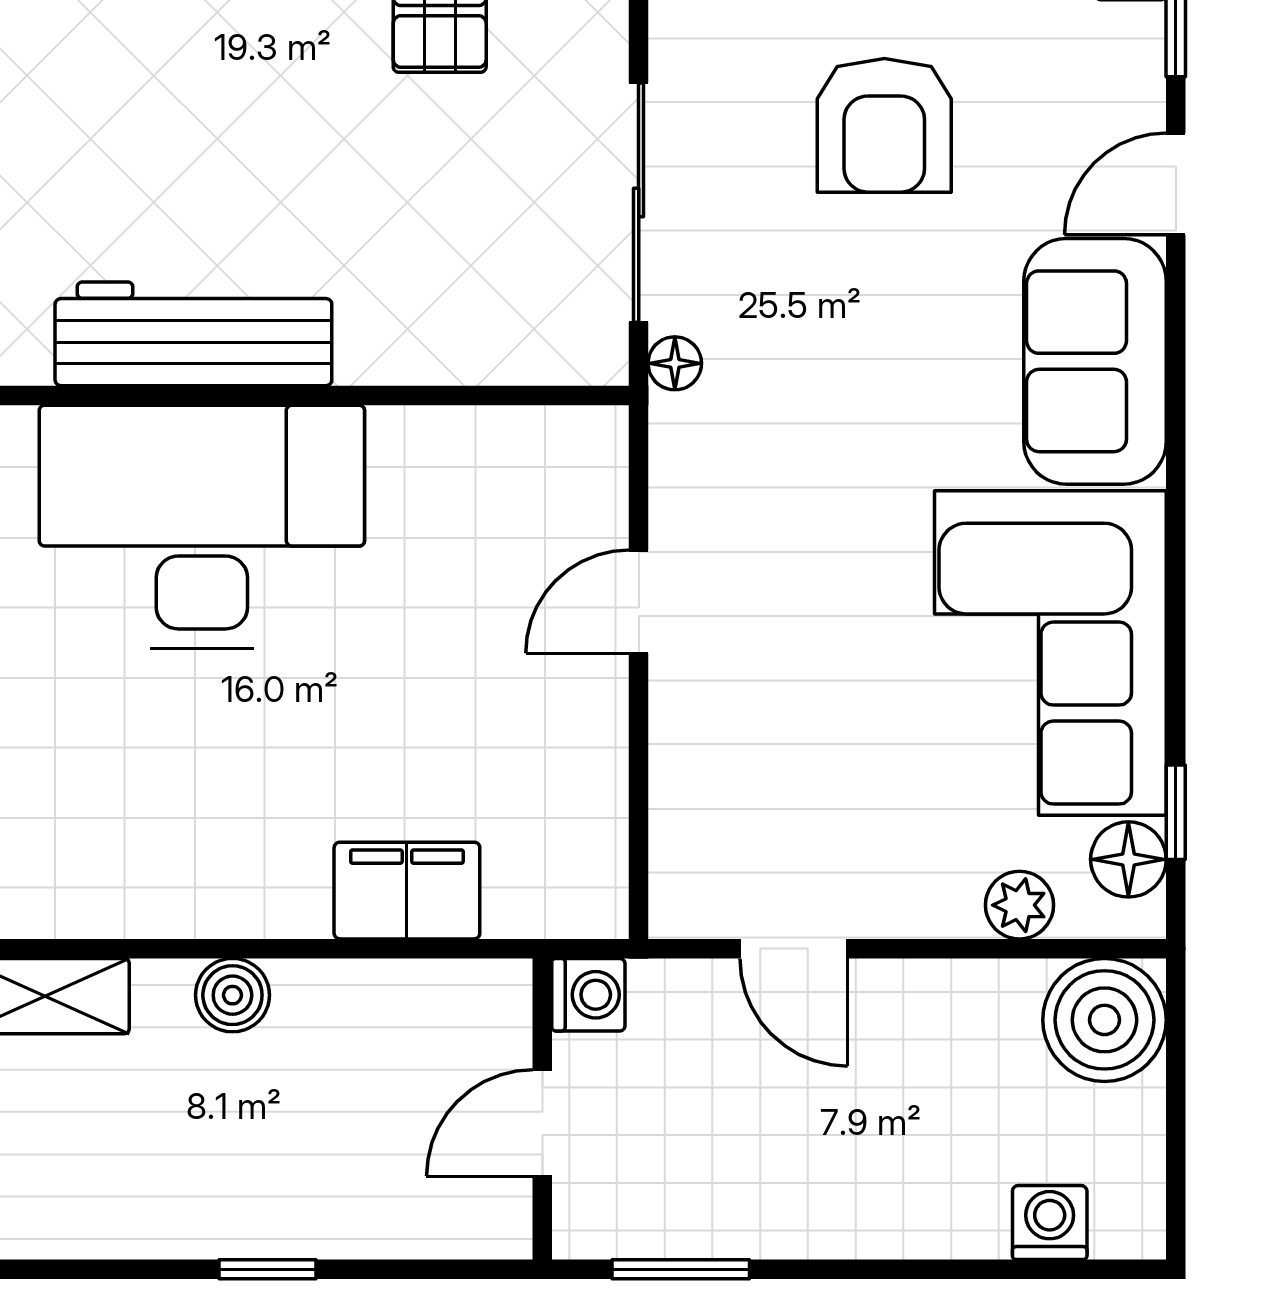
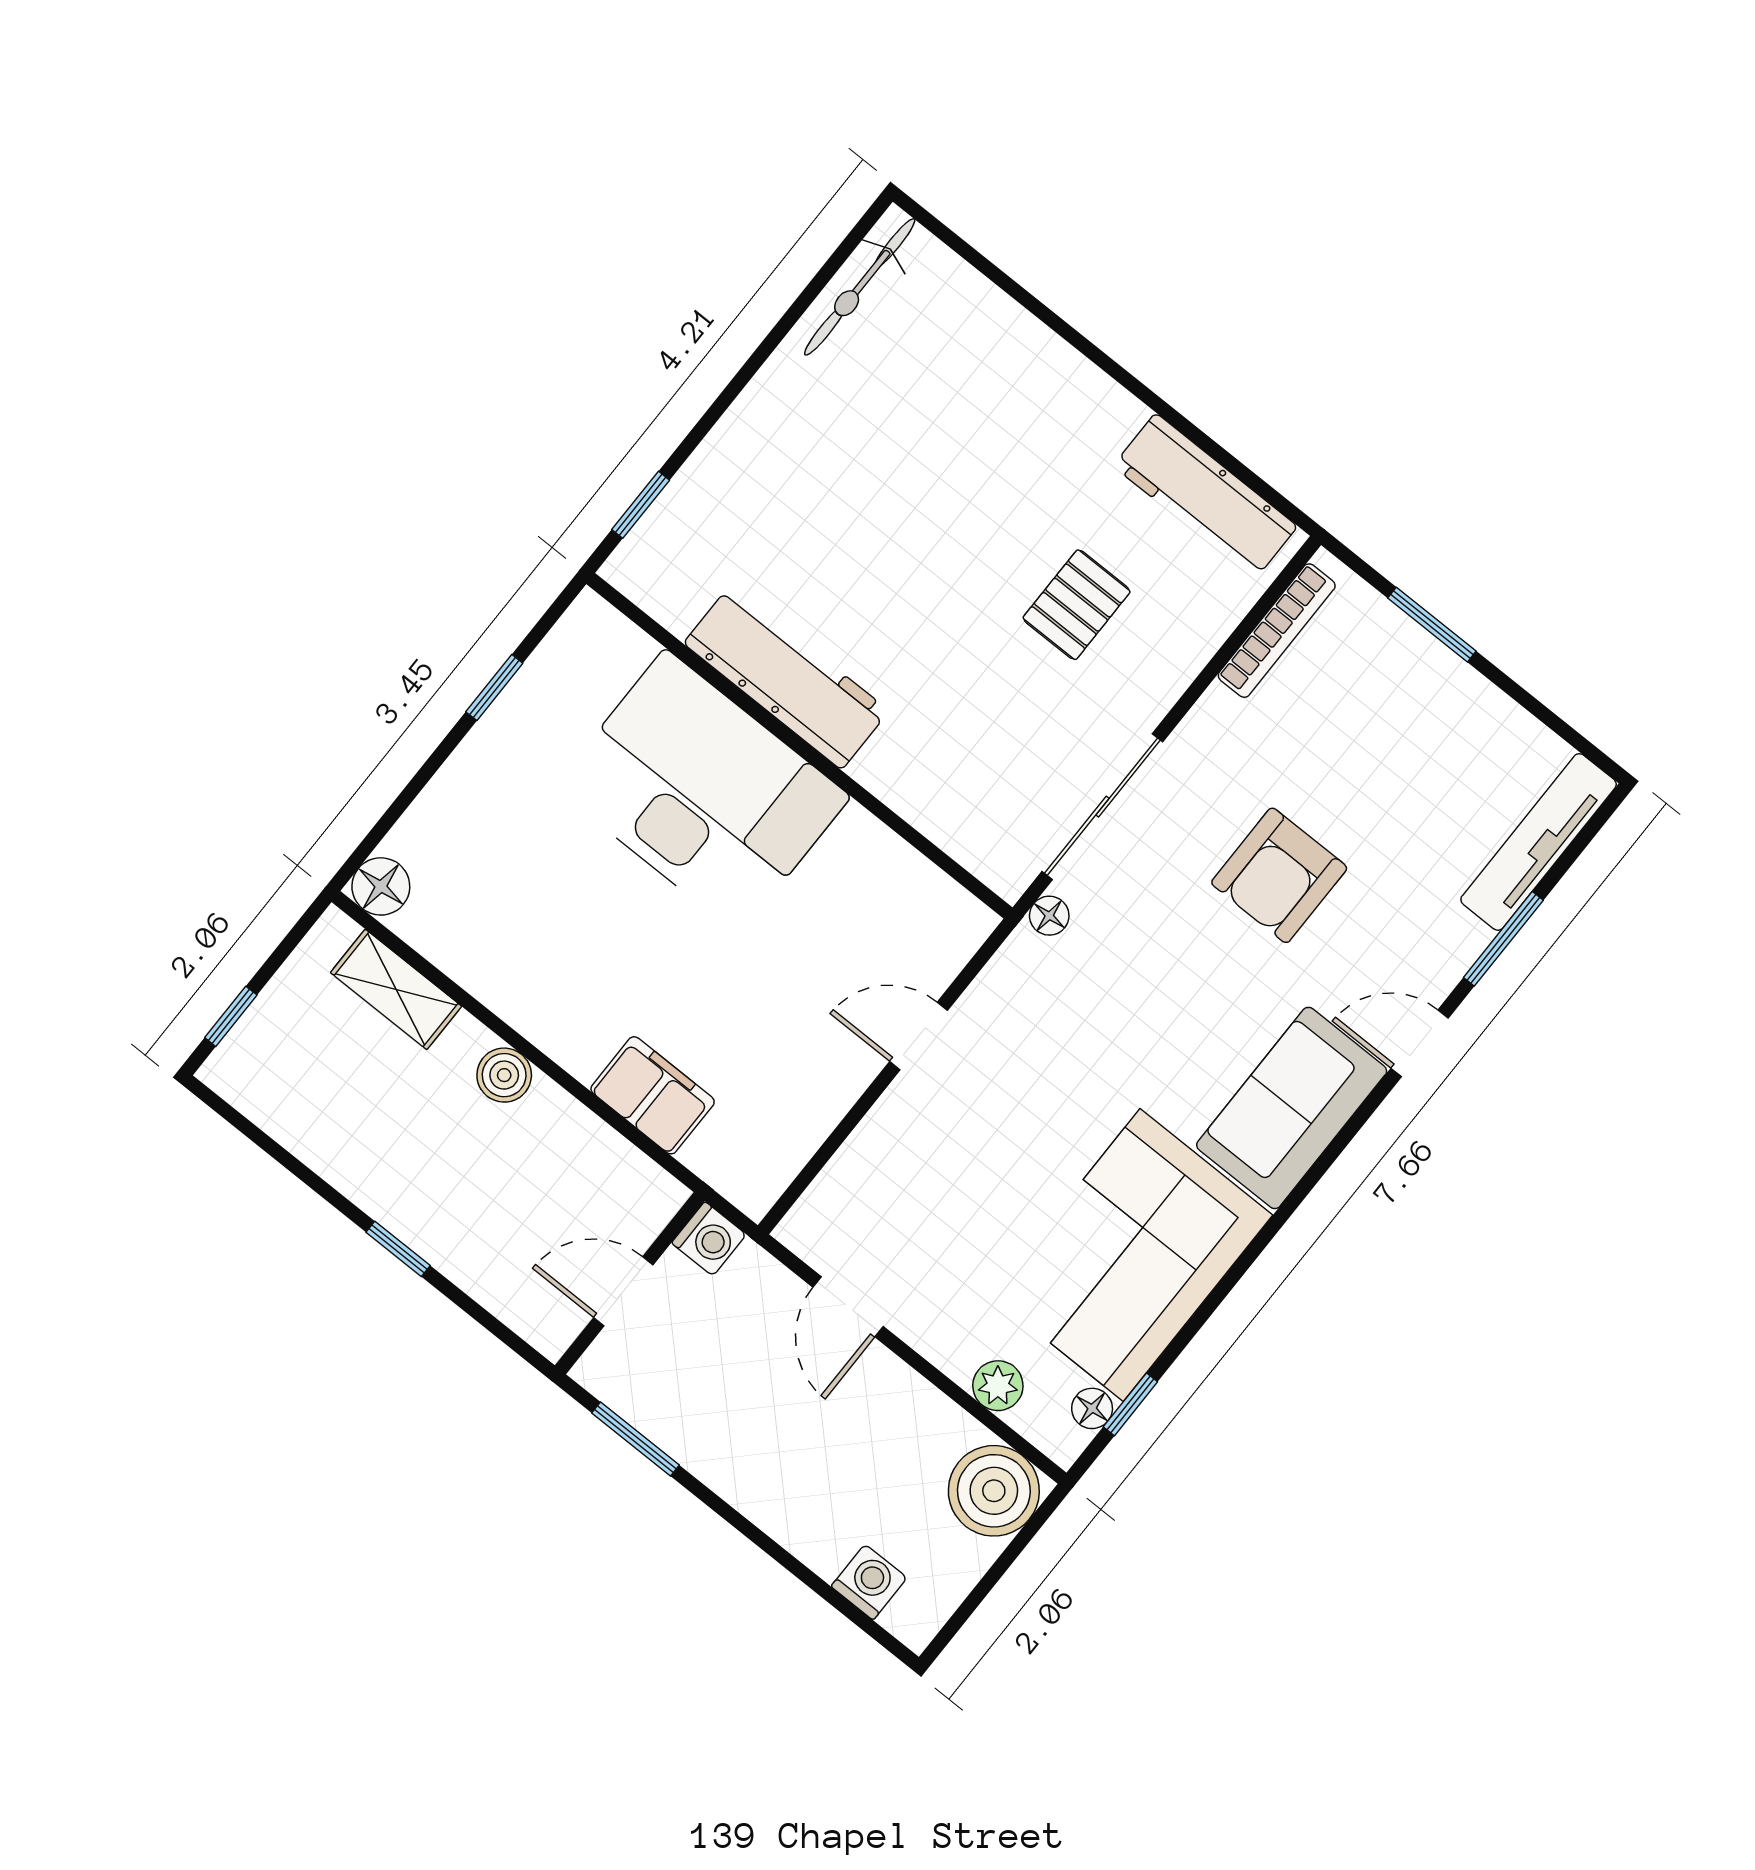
floor lamp: (1128, 859) -> (1092, 1408), width x0.73, depth x0.73

